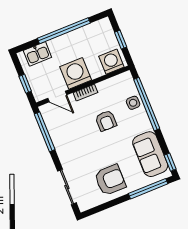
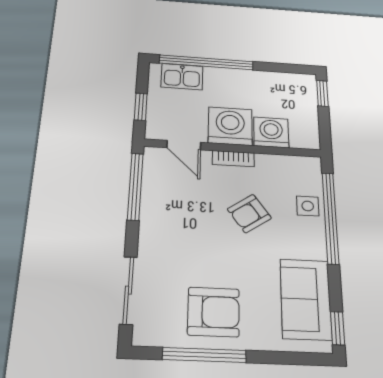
window: (64, 31) -> (206, 62), moved
window: (121, 40) -> (322, 93), moved
washing machine: (111, 62) -> (271, 132), moved
armchair: (106, 121) -> (249, 214), turned 55
window: (148, 189) -> (204, 355), moved

